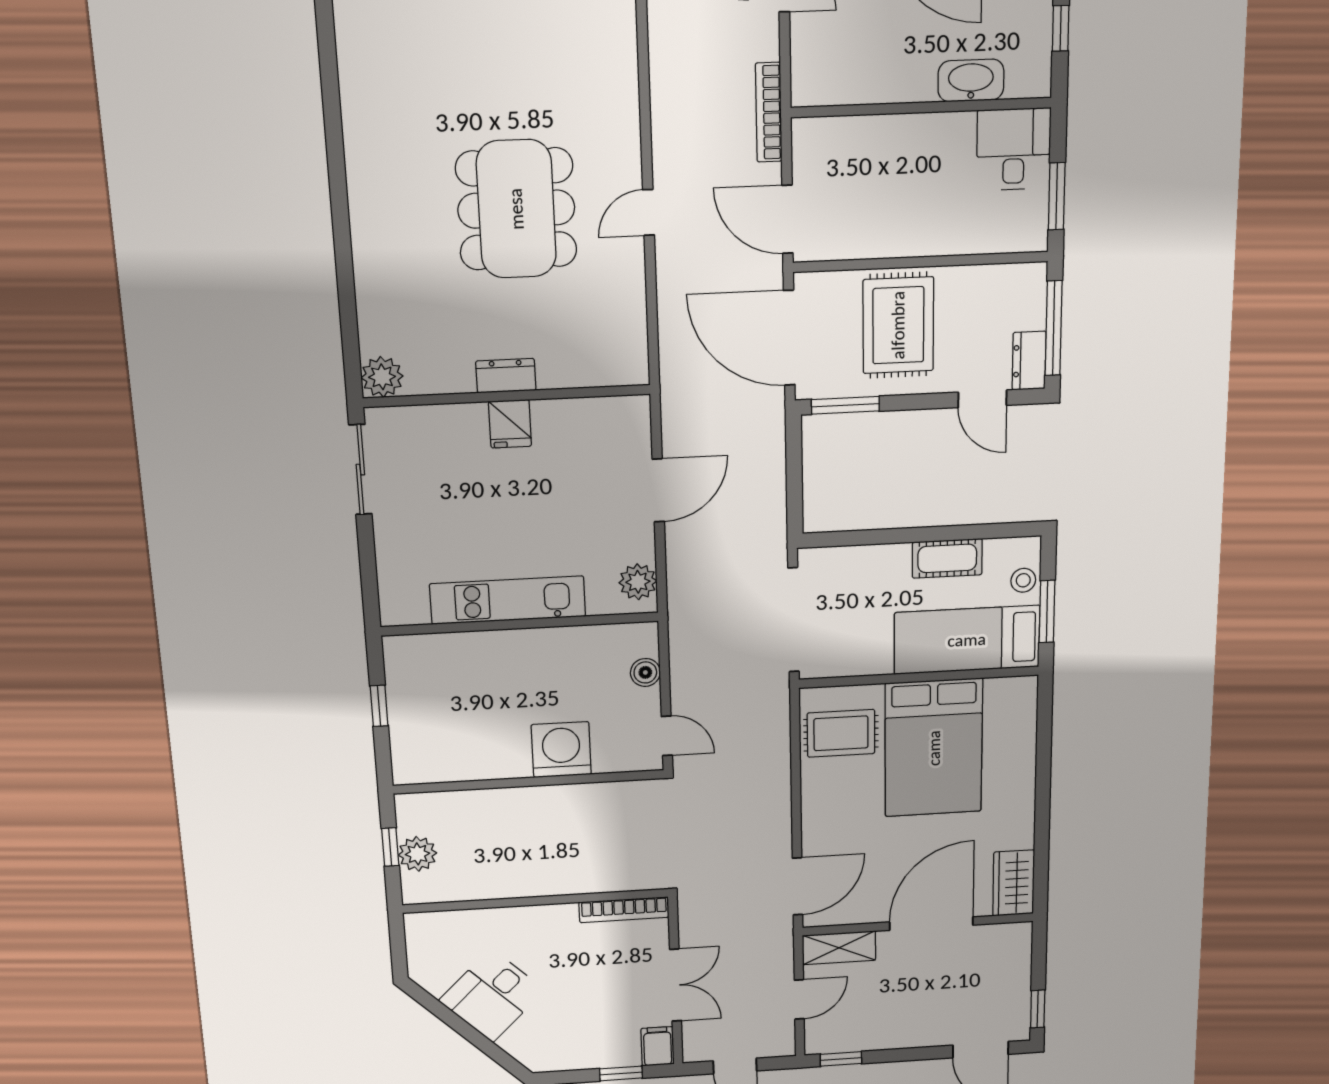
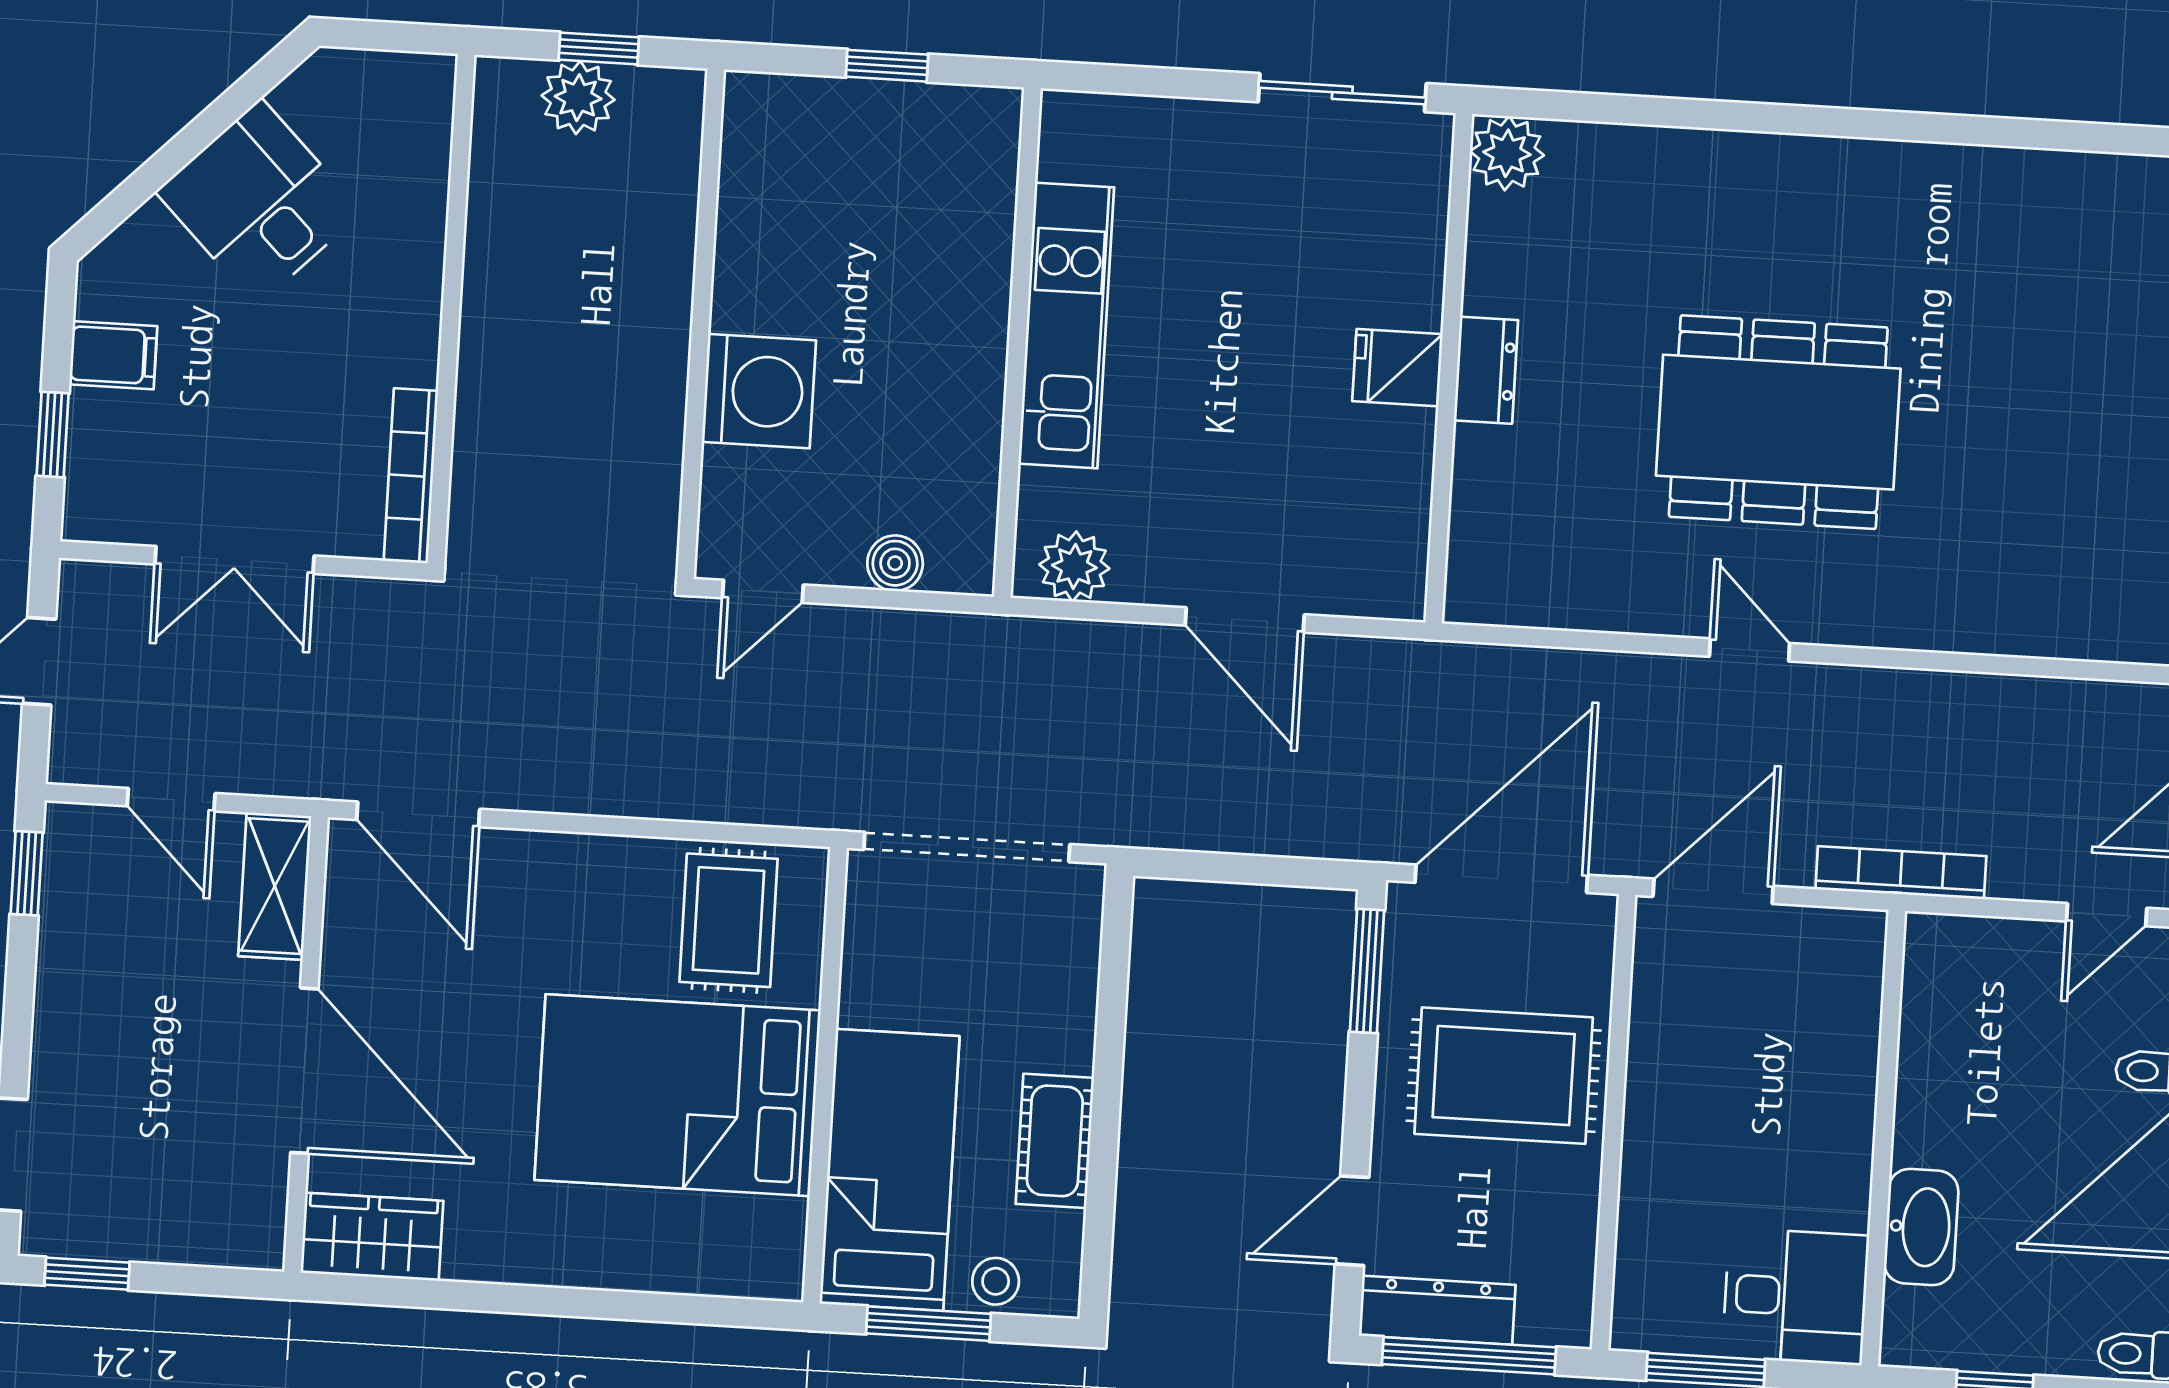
dresser: (1029, 361) -> (1437, 1310), width x1.44
filing cabinet: (658, 1046) -> (113, 355), moved

